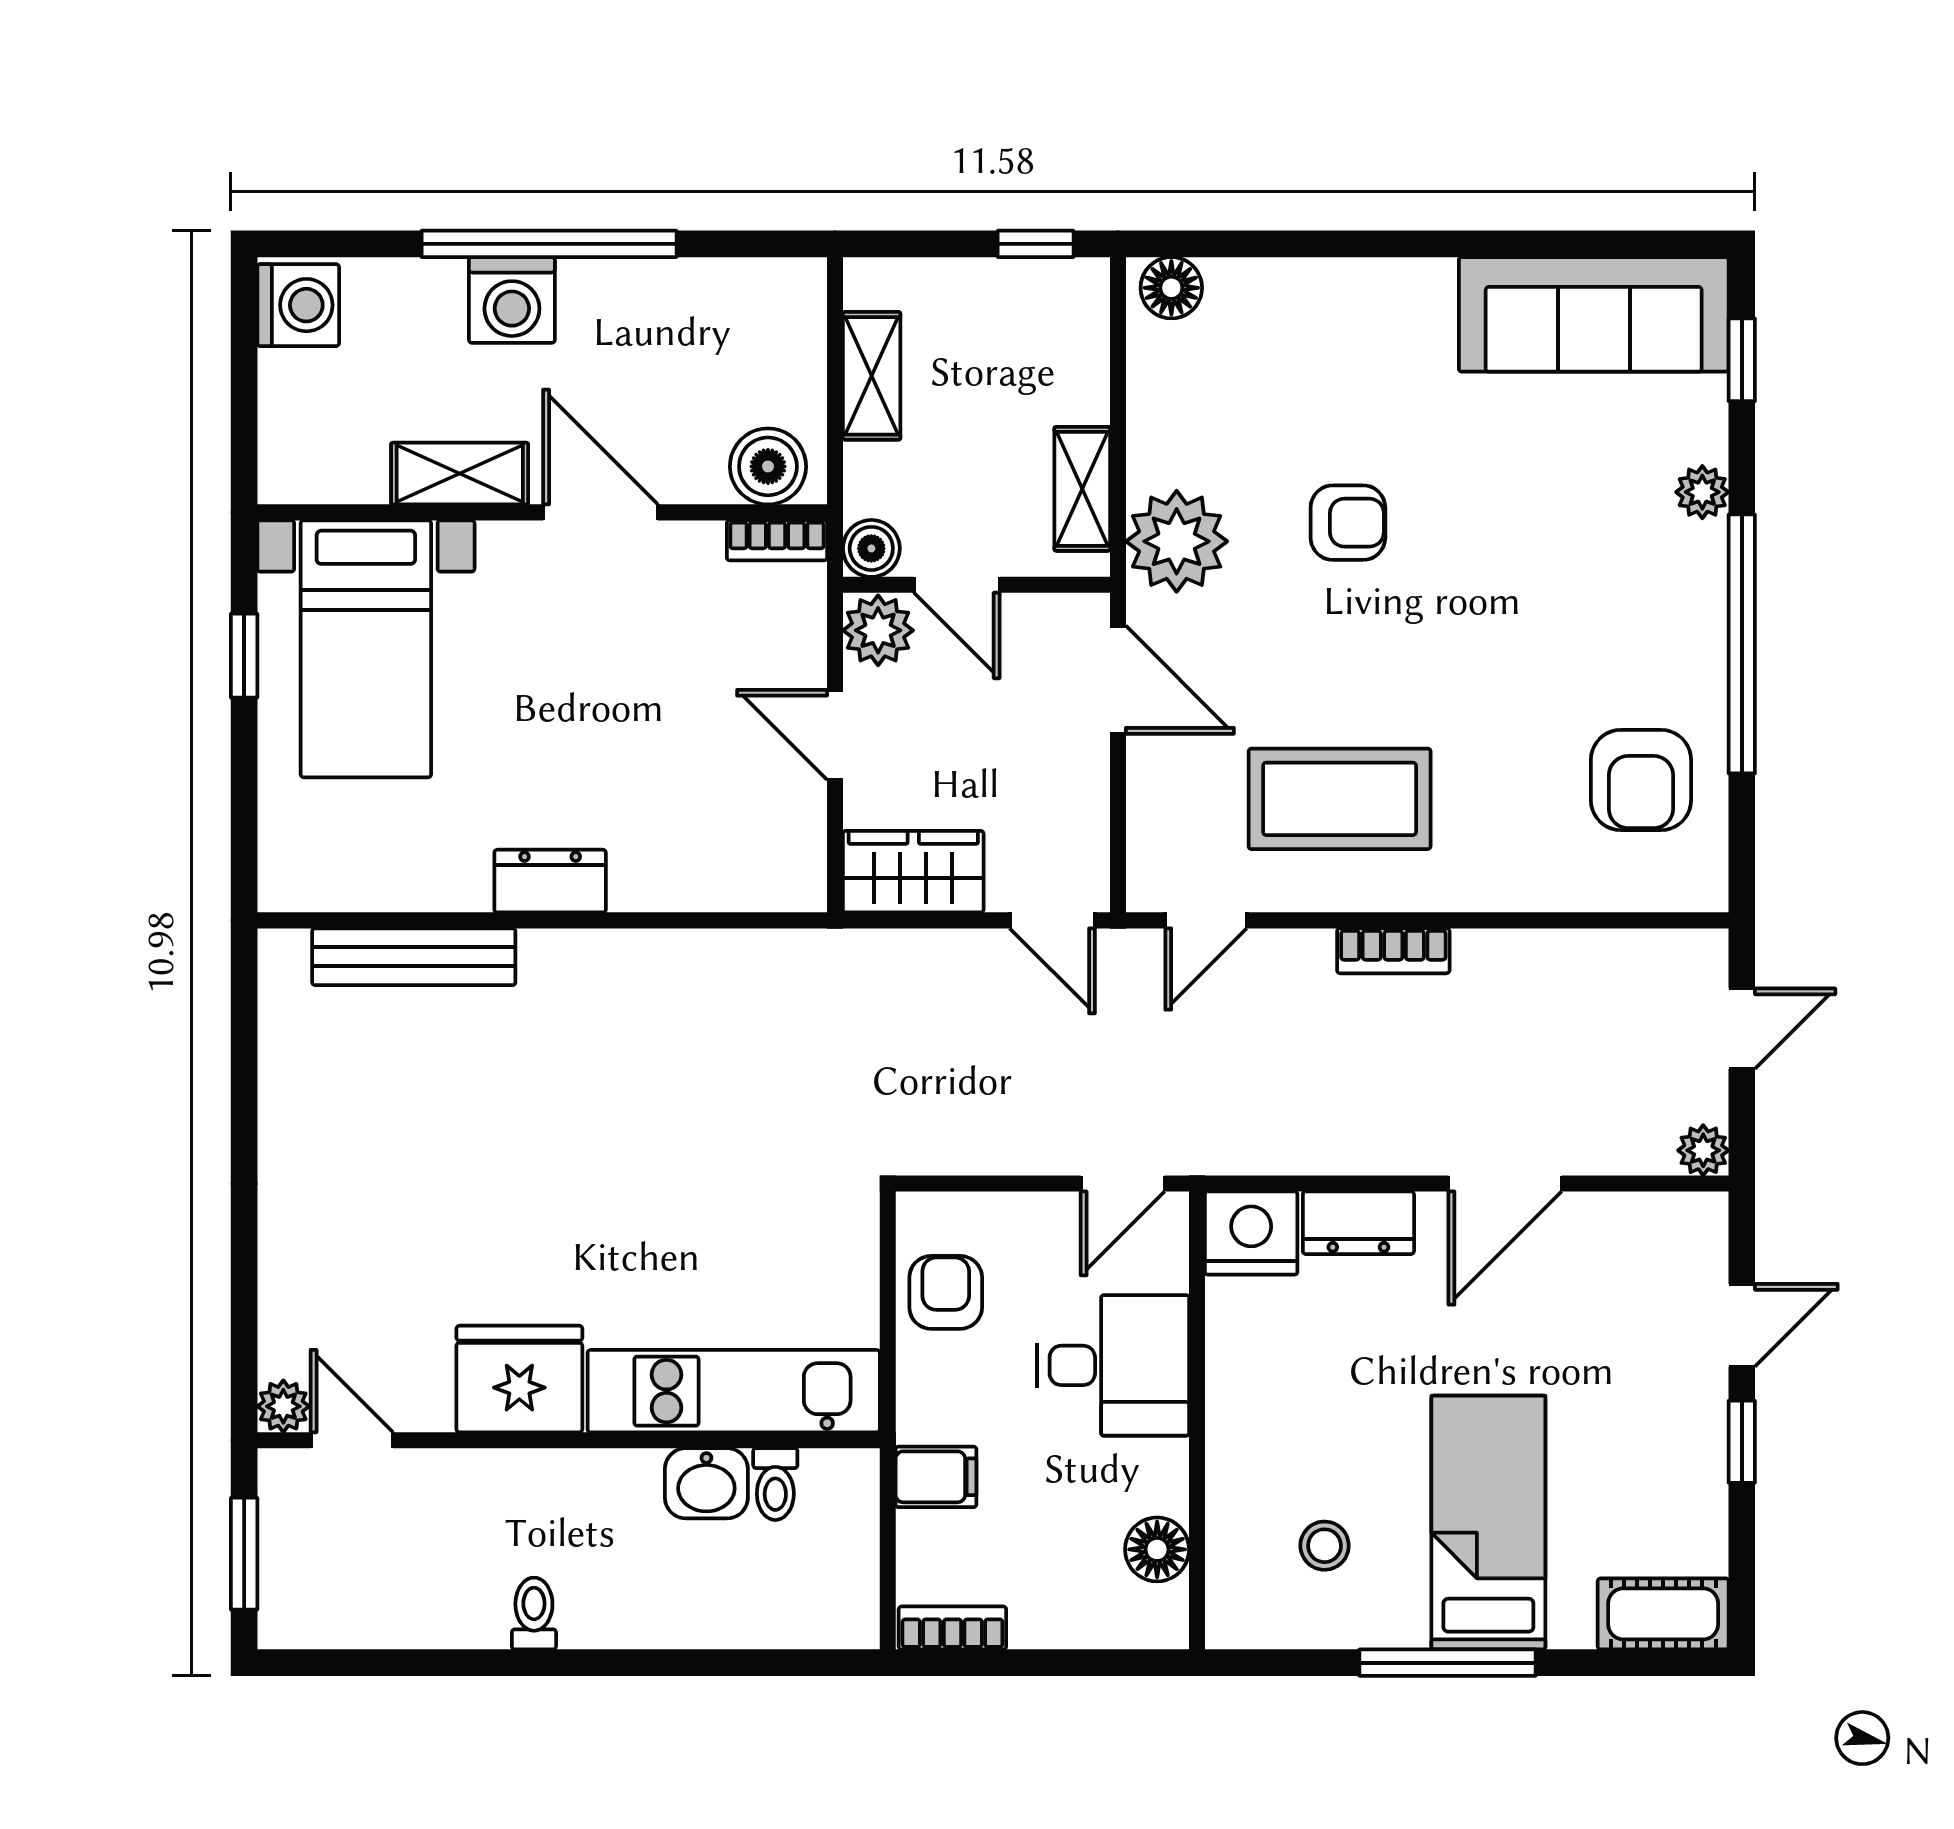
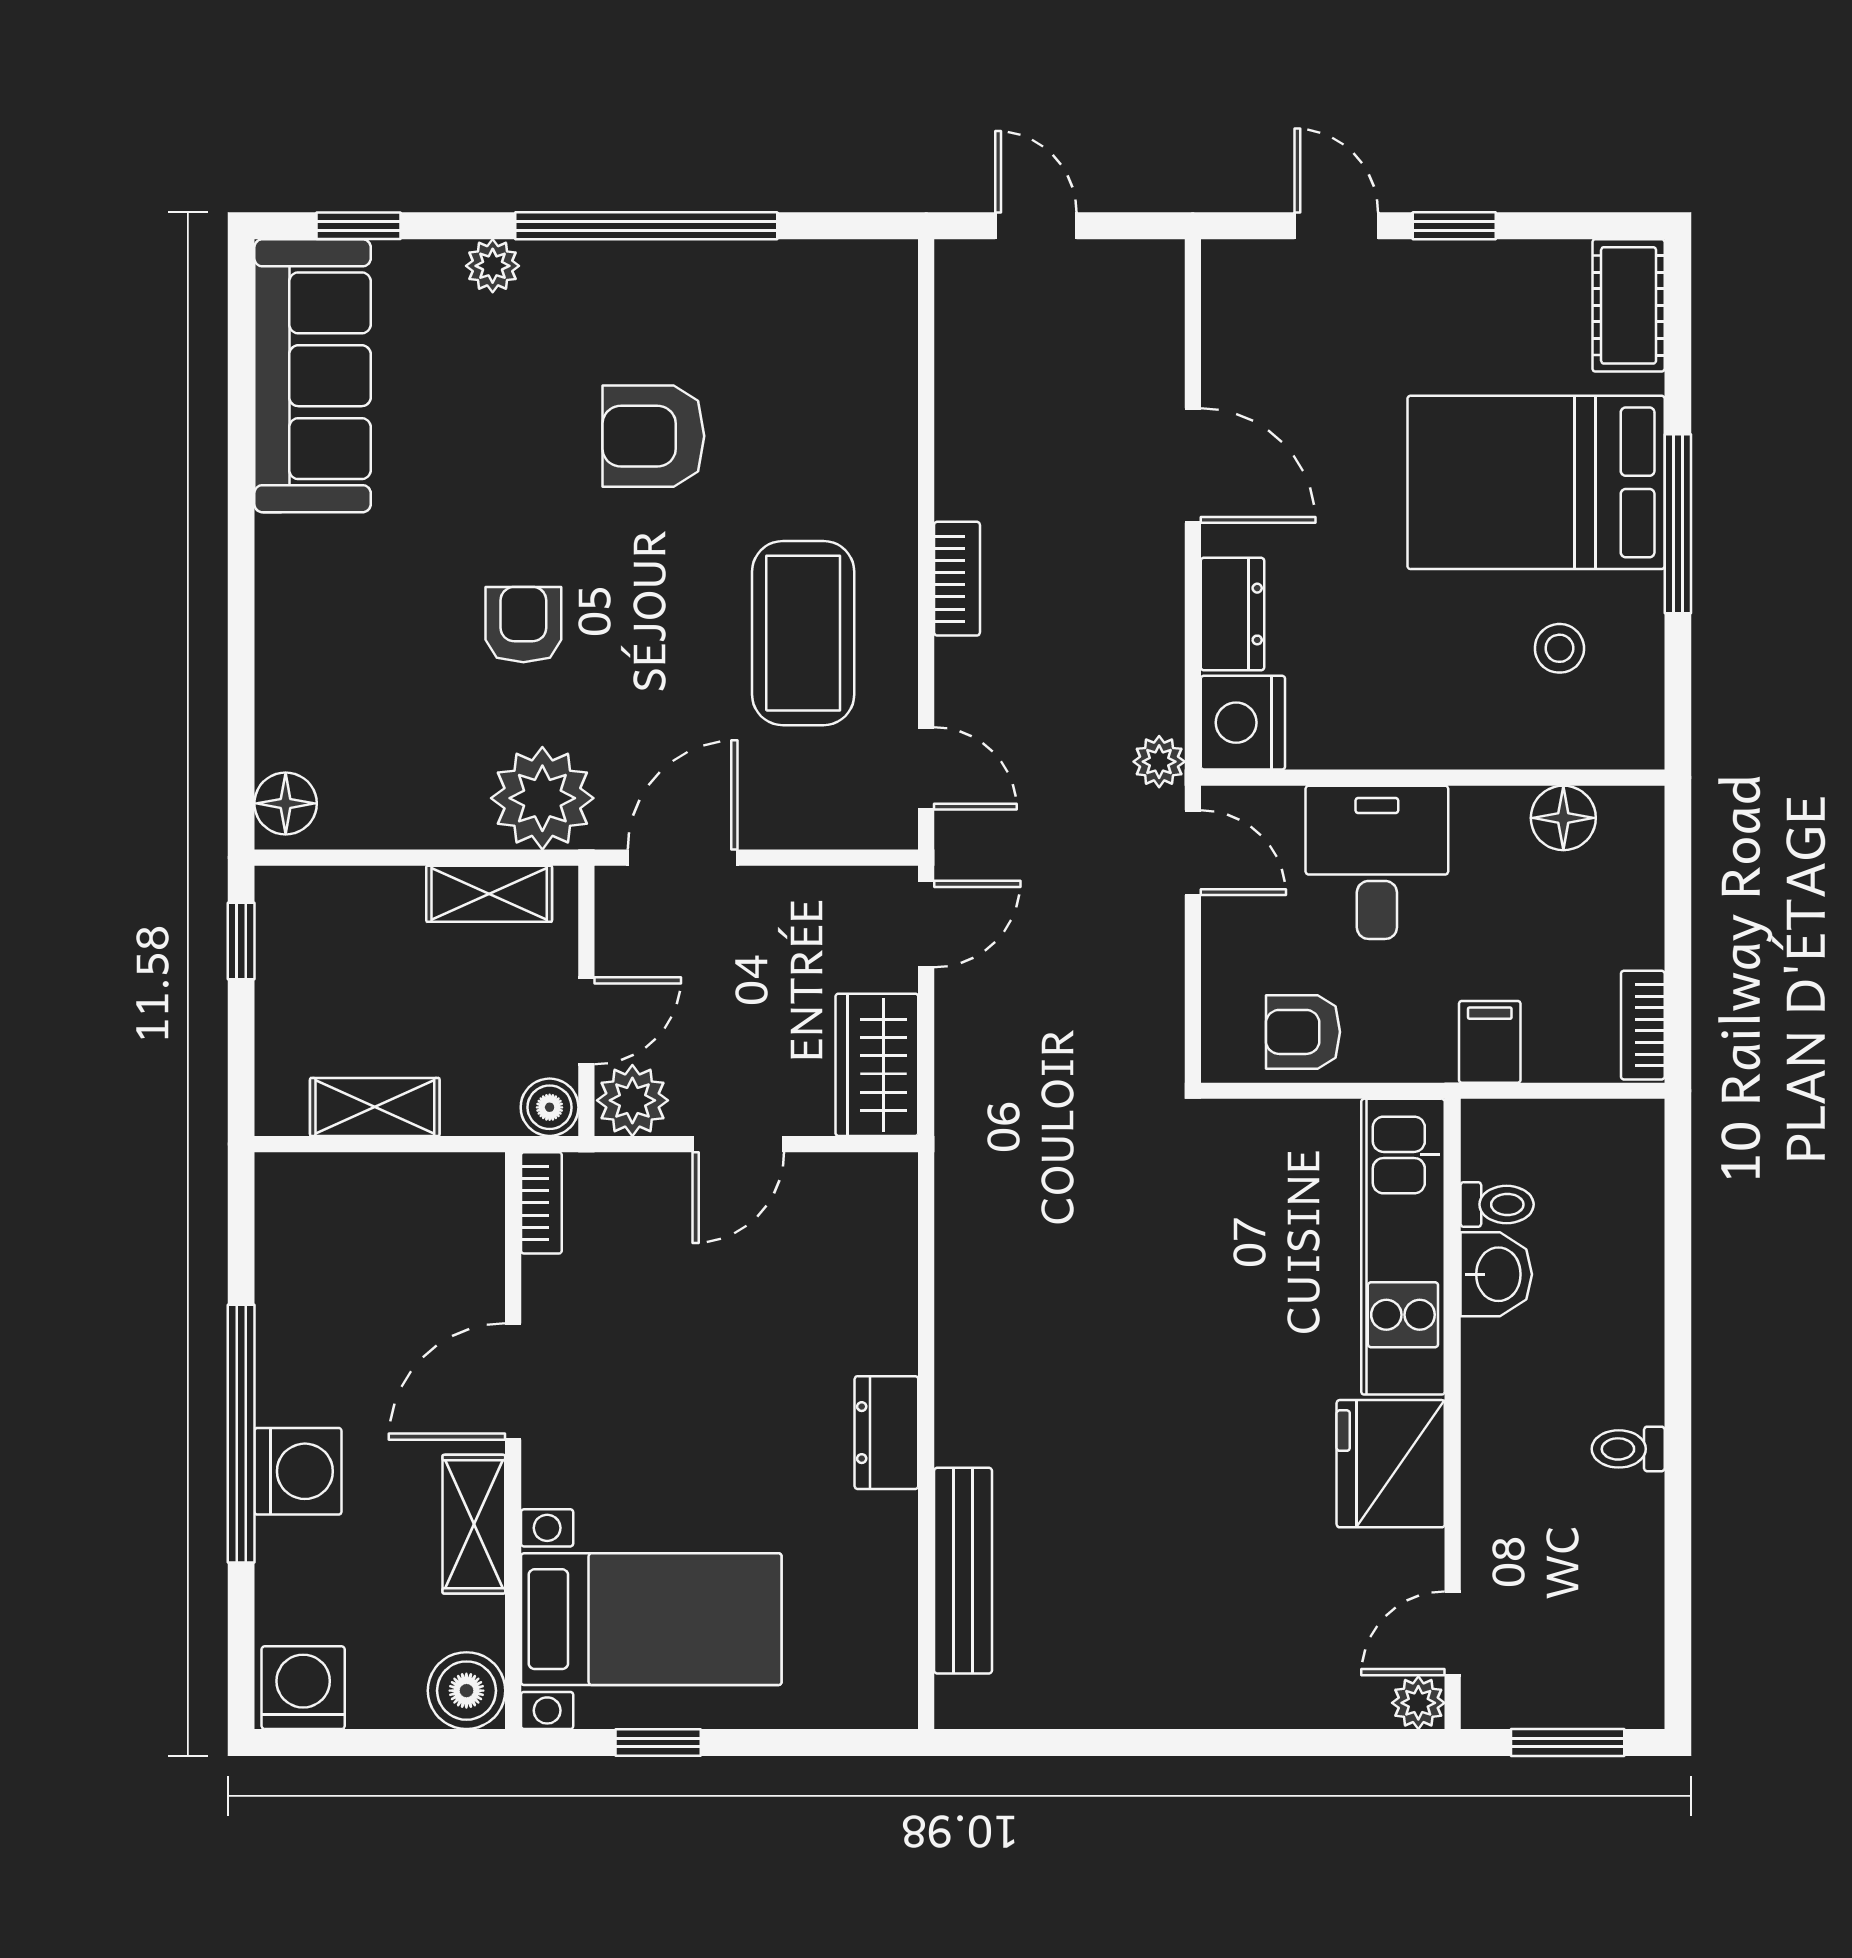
boiler: (768, 466) -> (466, 1691), moved
armchair: (1641, 780) -> (653, 436), moved, turned 180
plant: (1703, 1150) -> (1159, 762), moved
bed: (1488, 1523) -> (1536, 482), width x1.50

